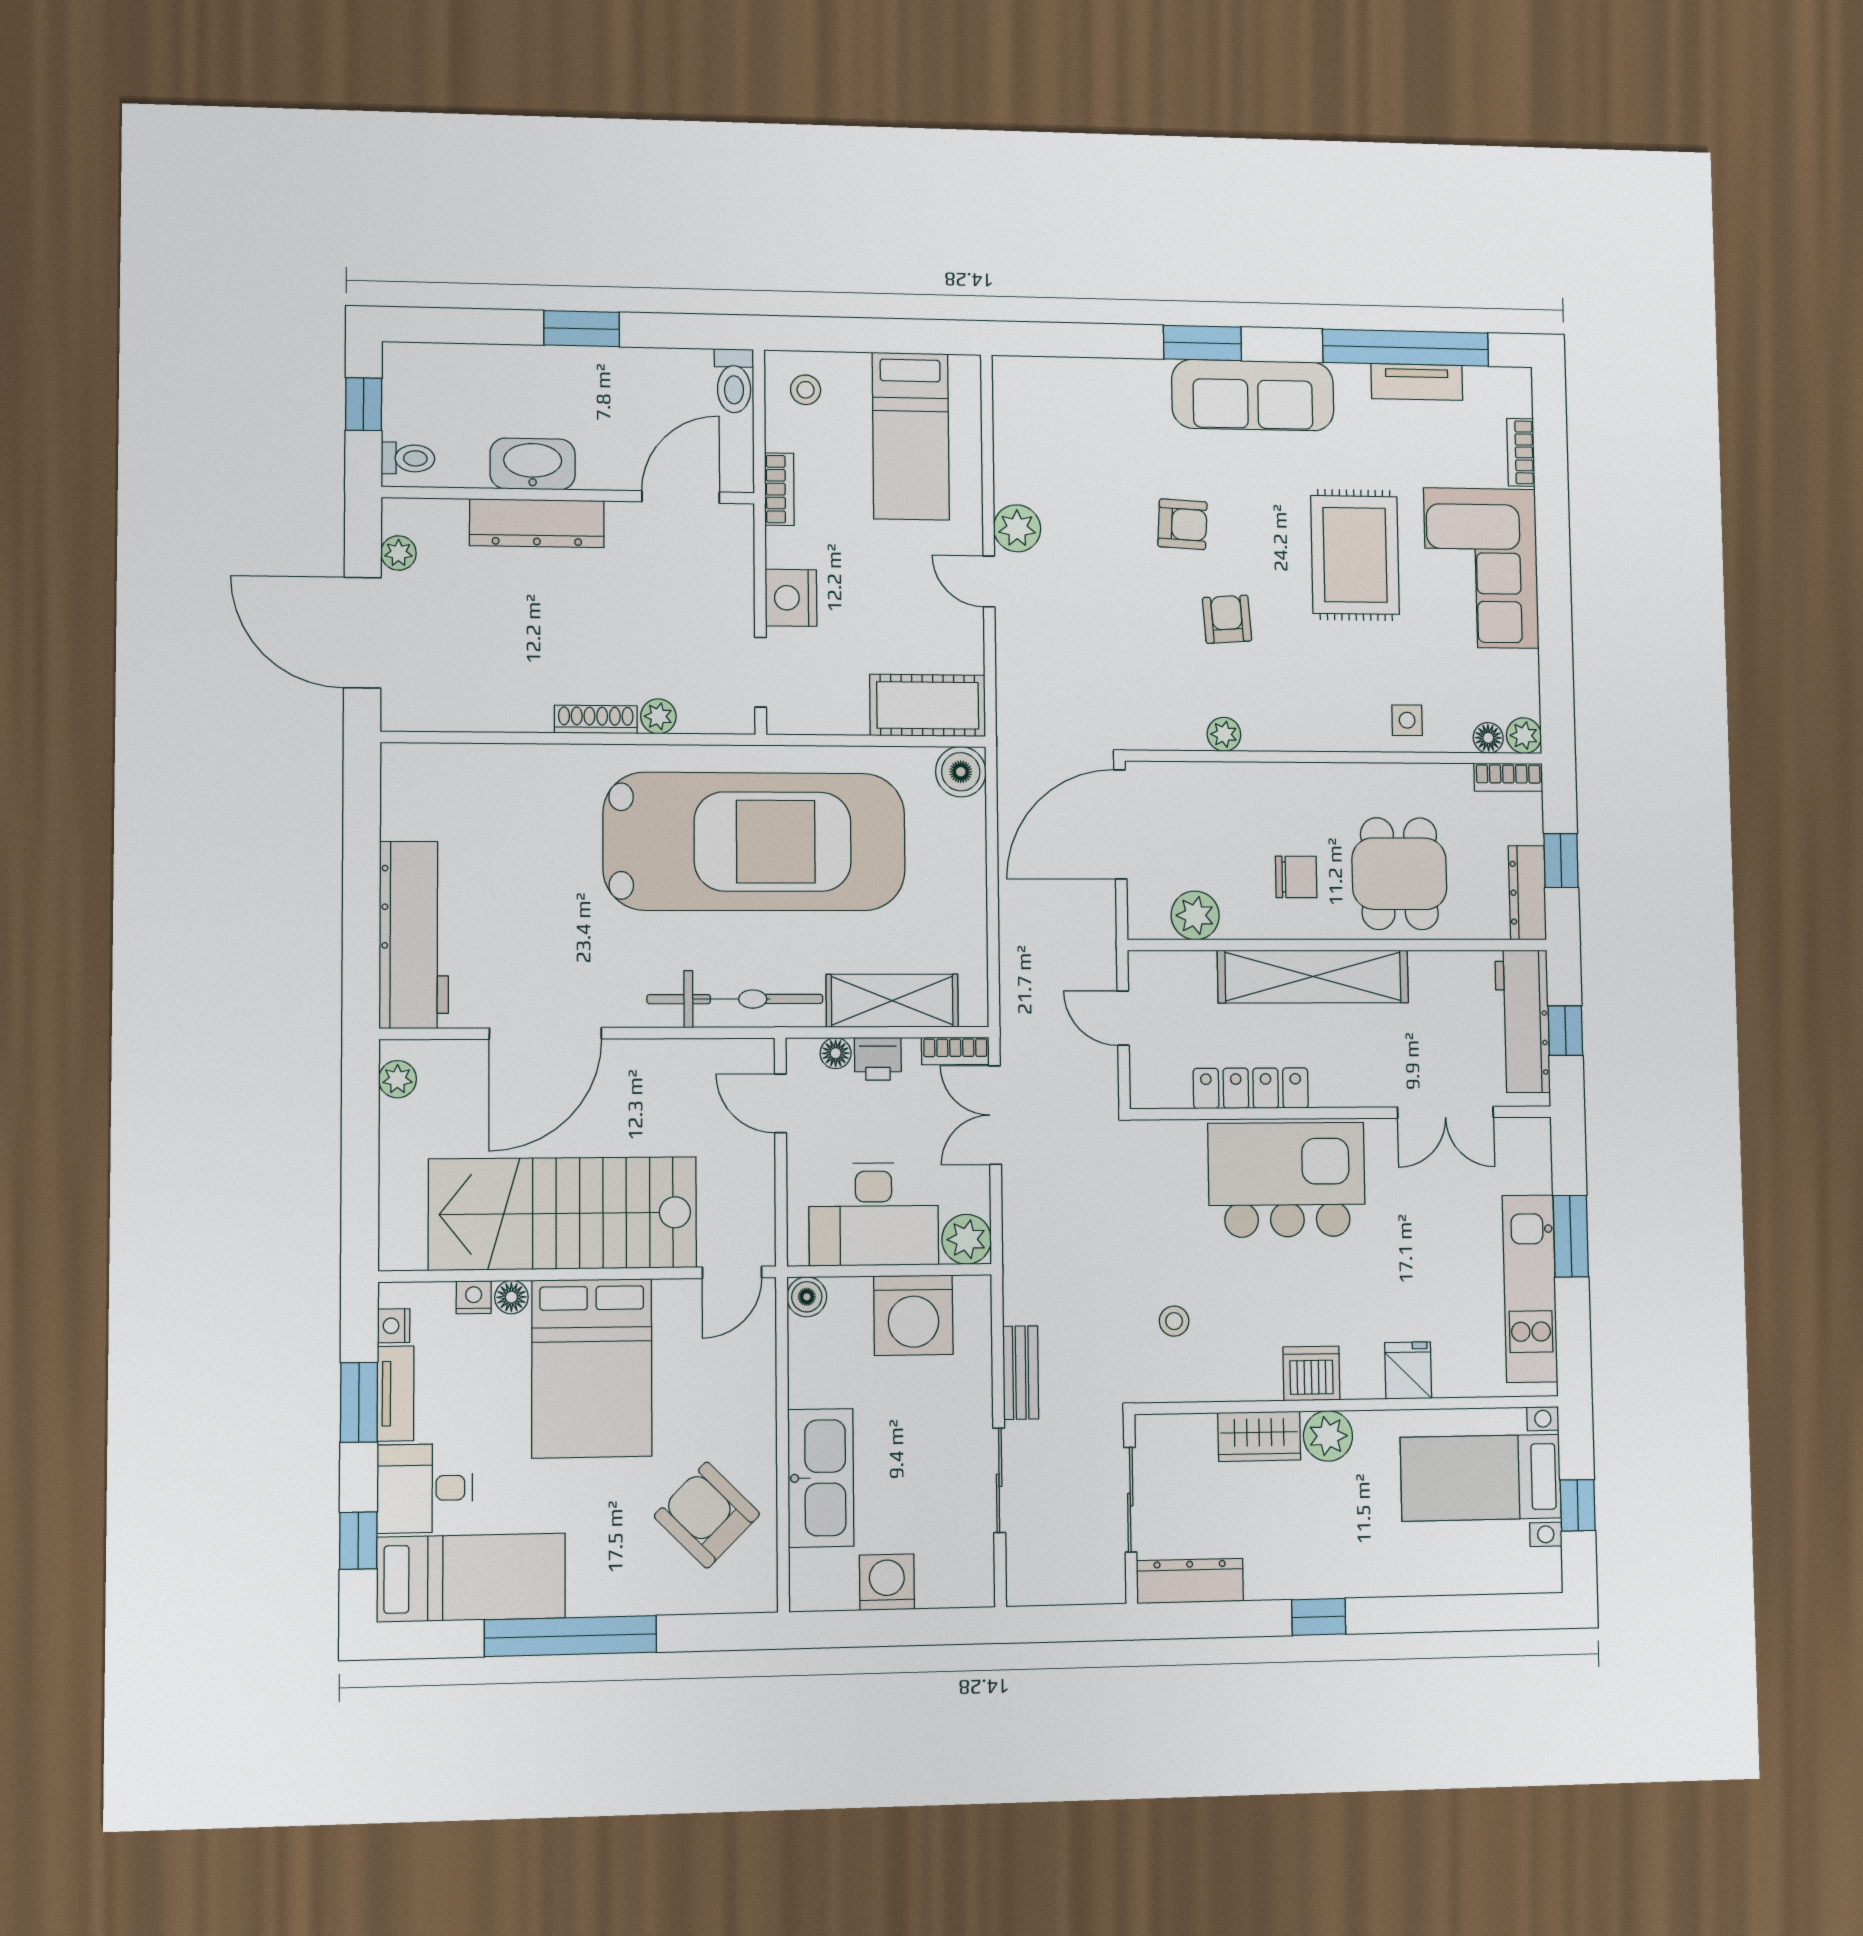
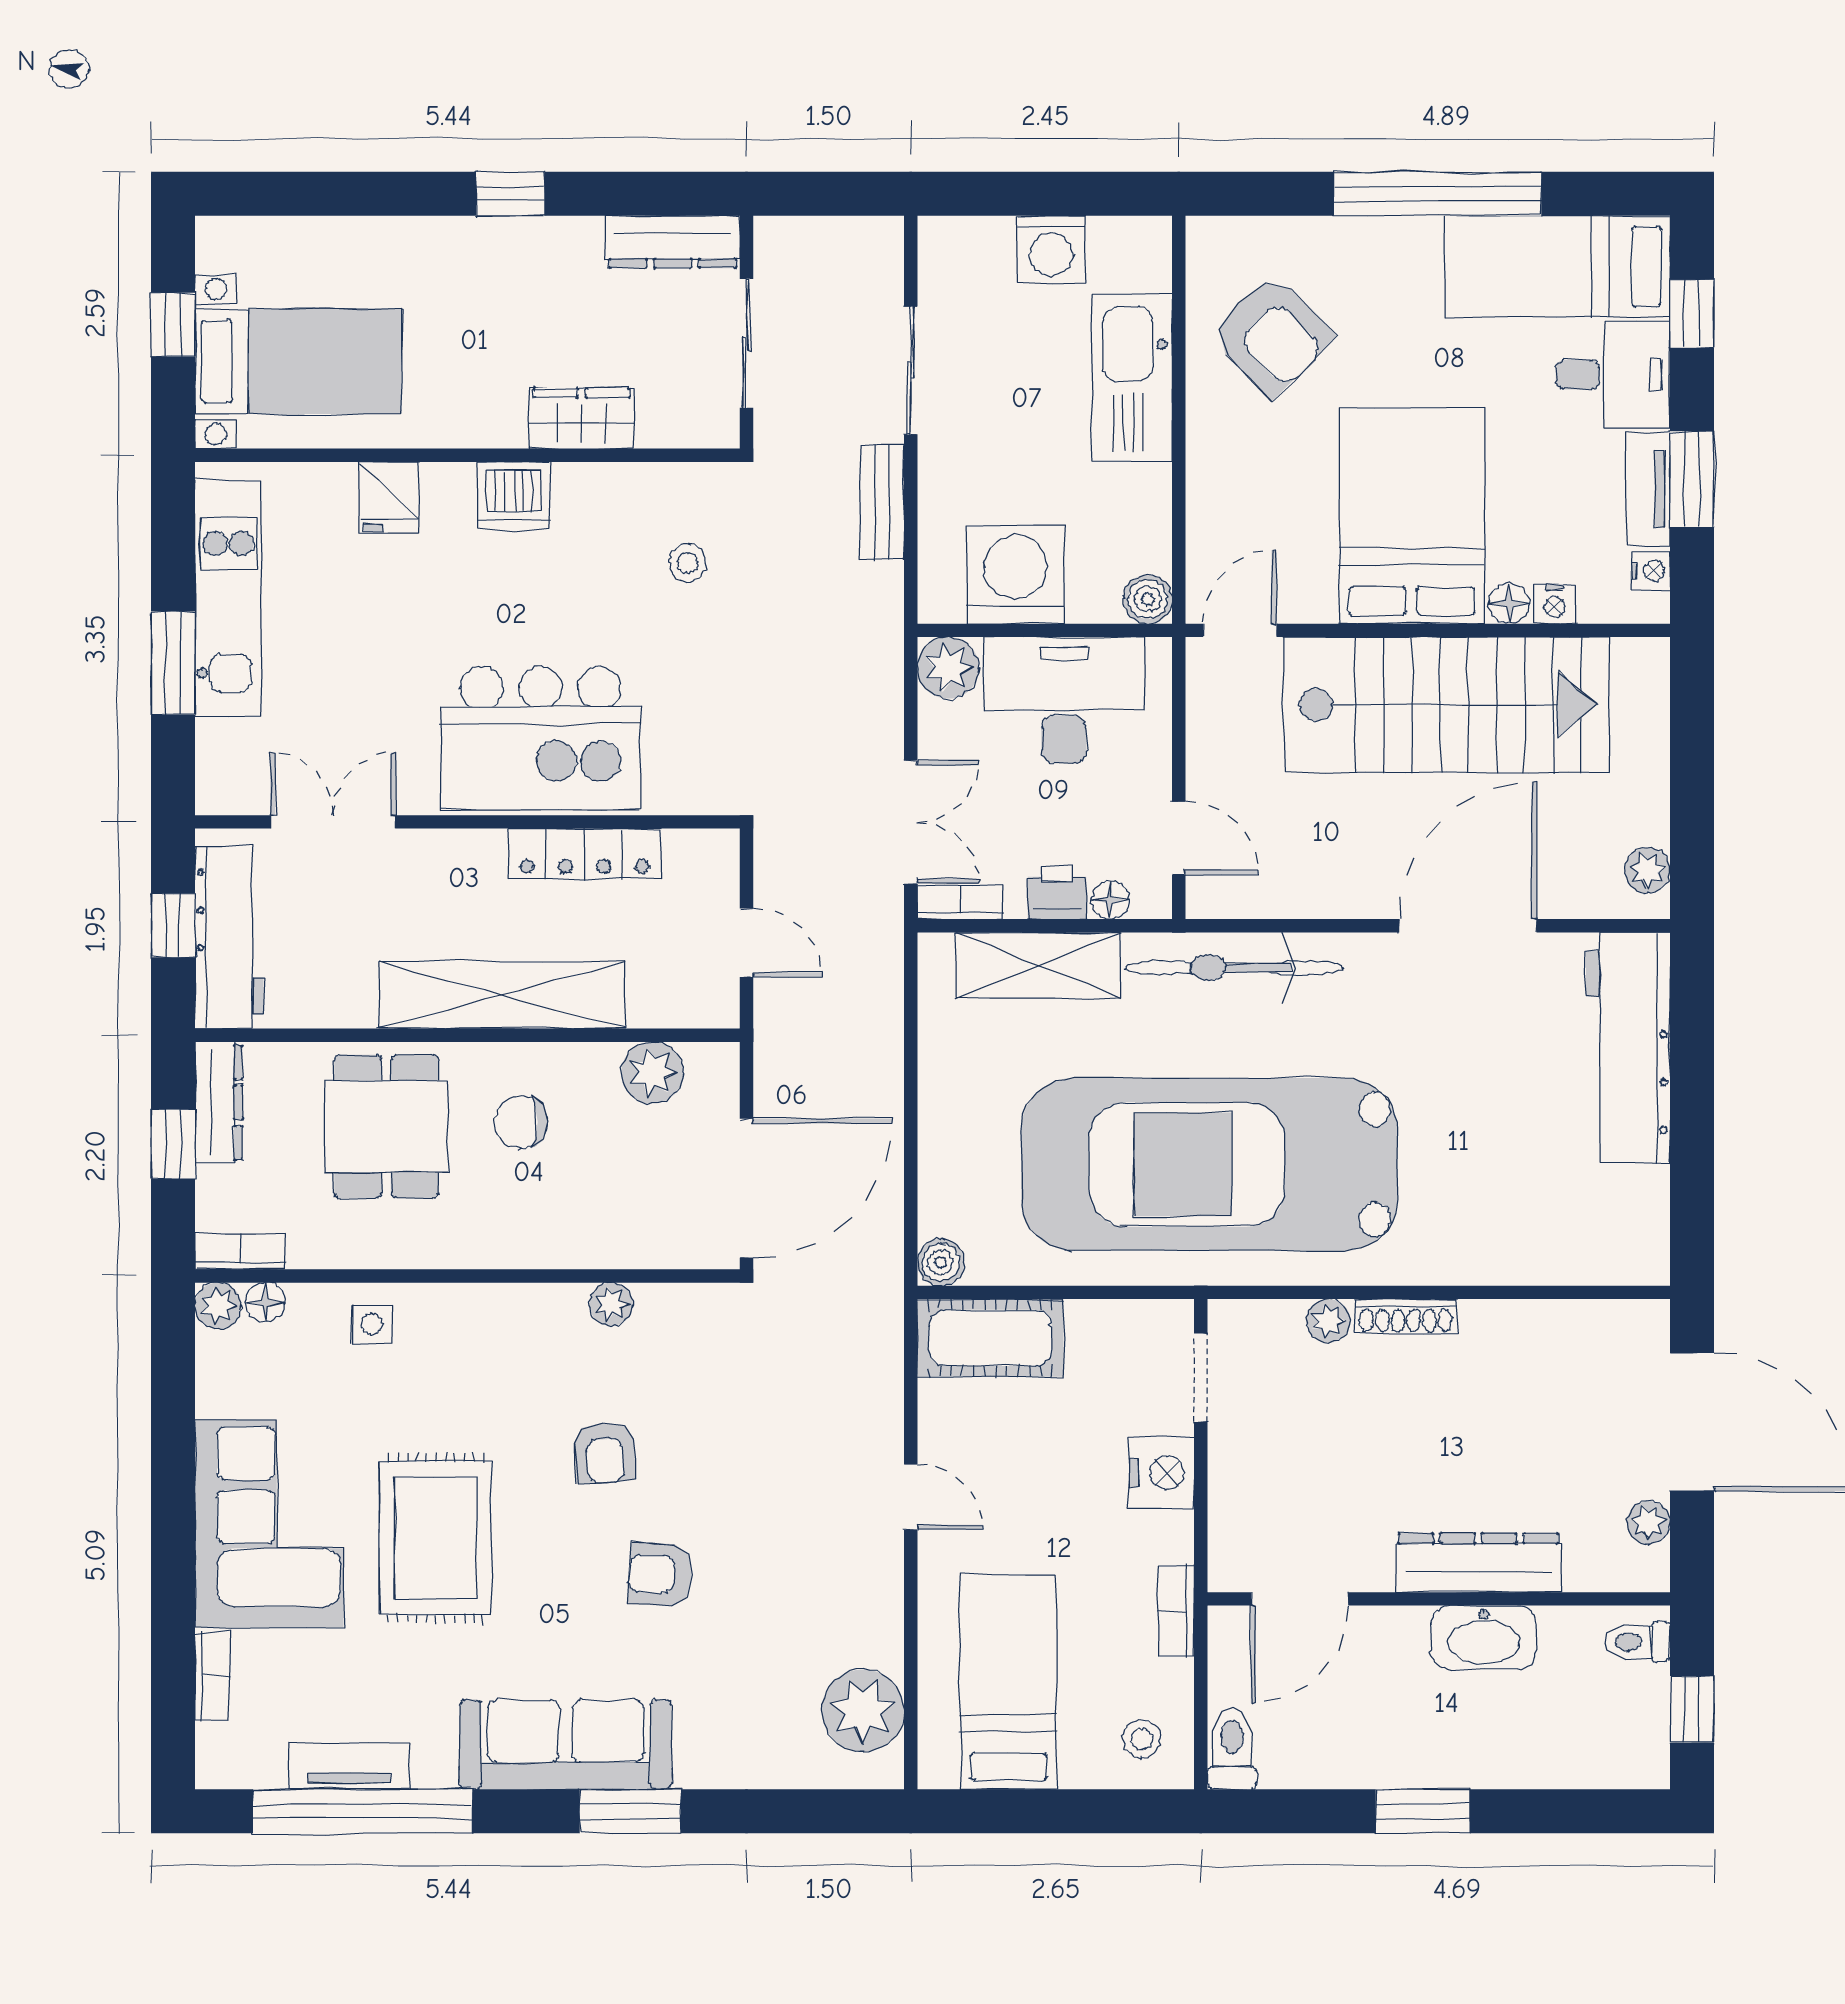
plant: (1017, 528) -> (863, 1710), moved, width x1.36, depth x1.36
boiler: (961, 772) -> (941, 1262), width x0.73, depth x0.73
plant: (1328, 1436) -> (494, 417), removed

